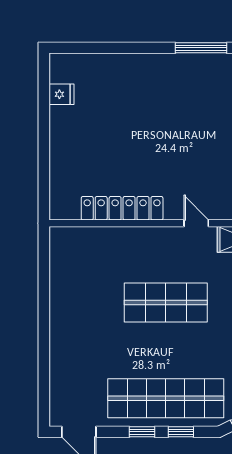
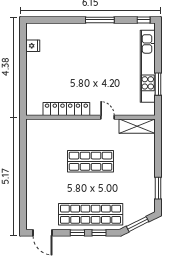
window: (201, 48) -> (100, 20), moved

